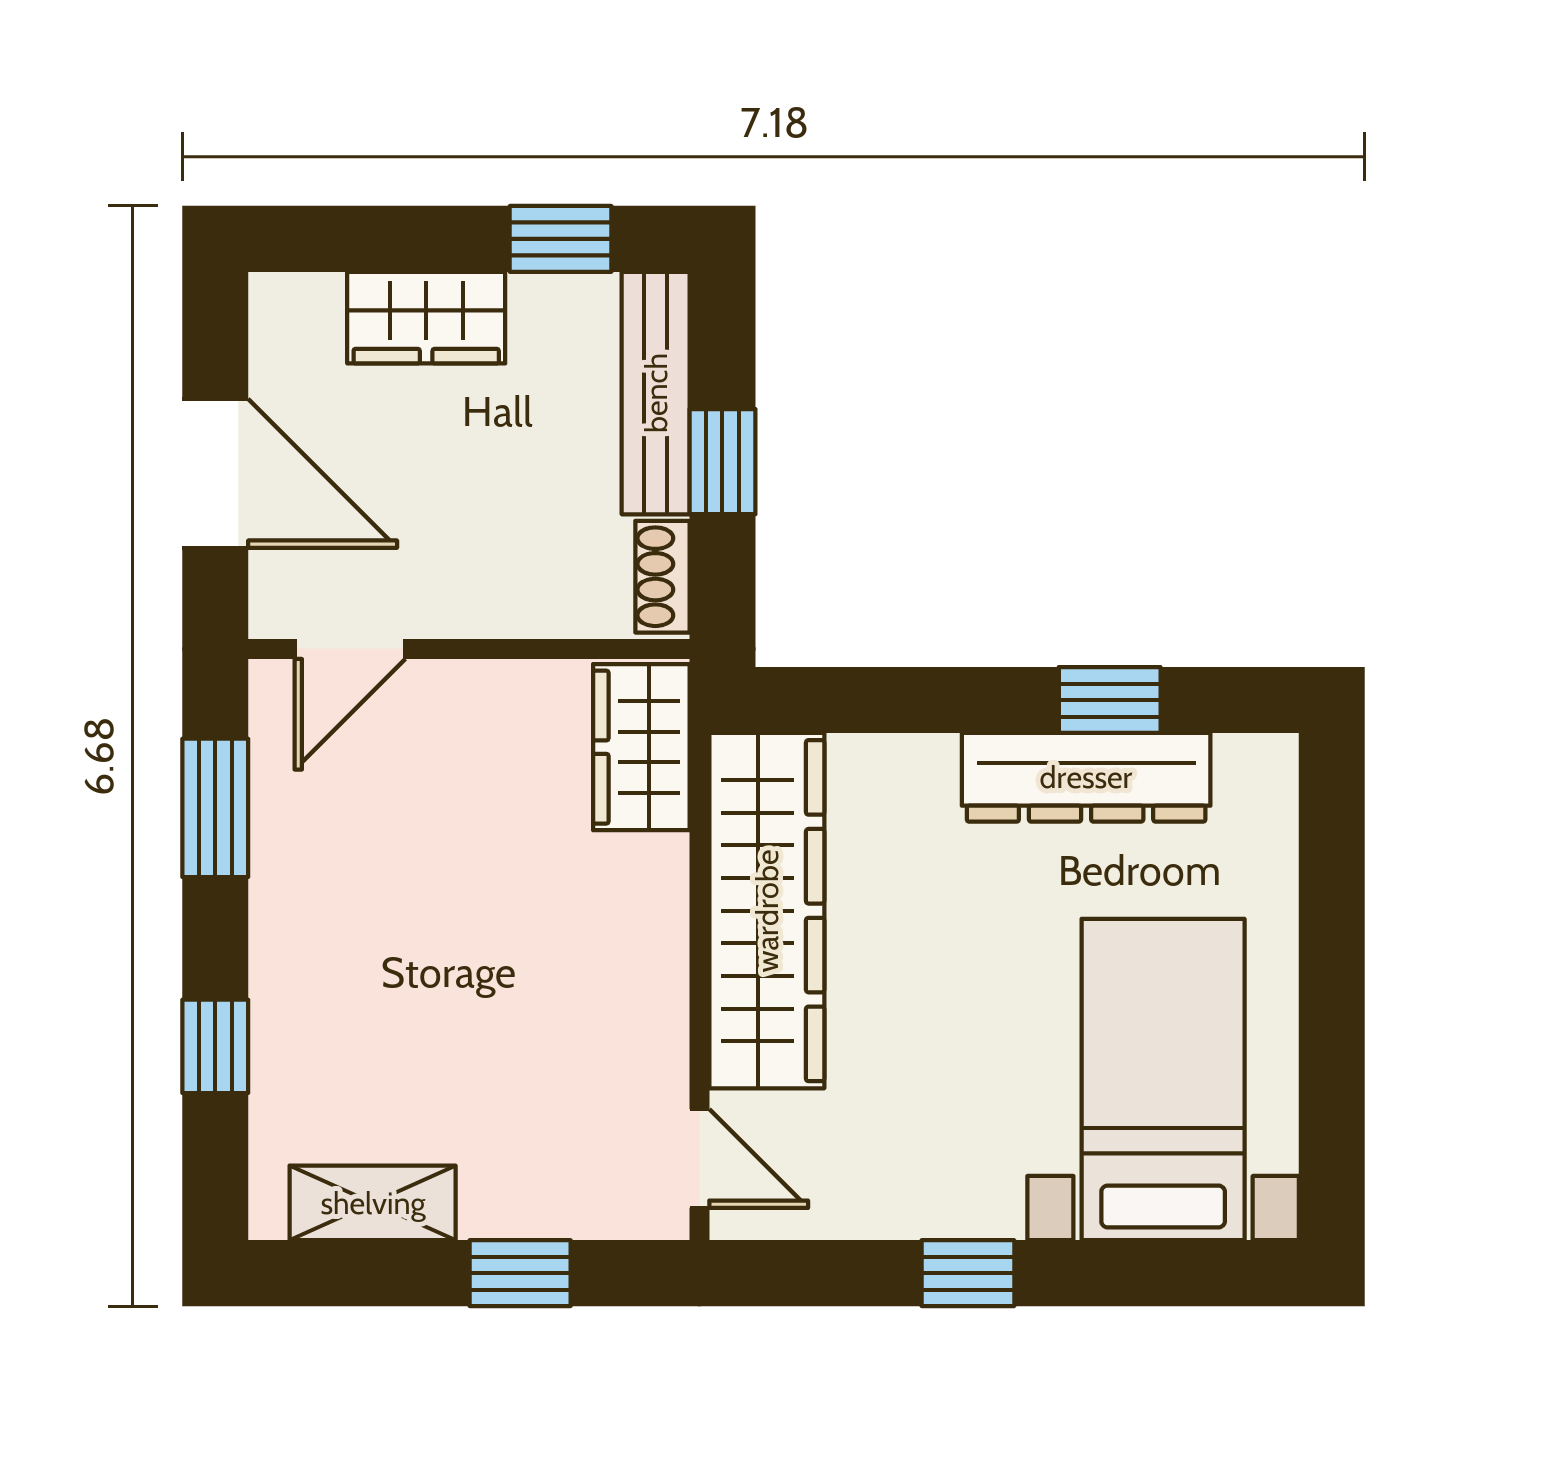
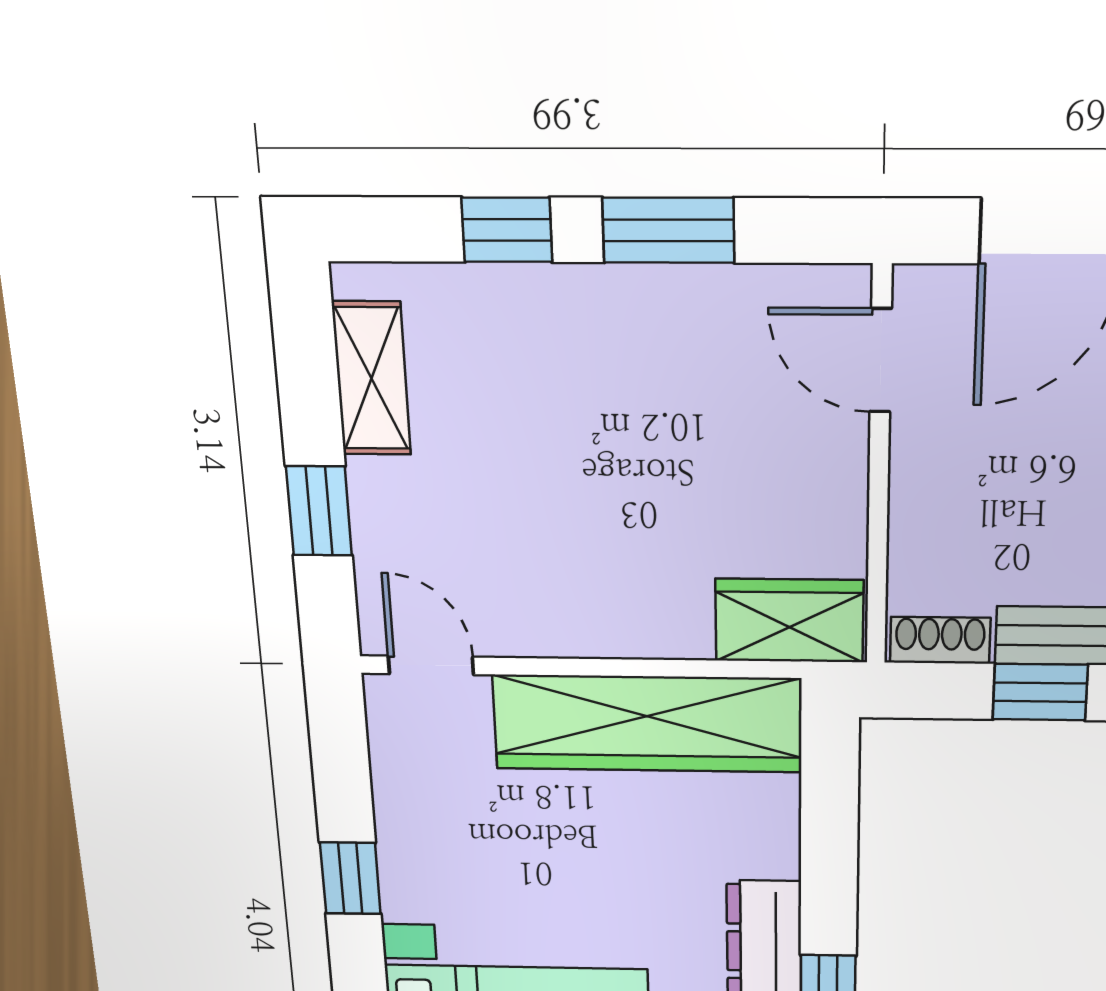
window: (215, 808) -> (668, 230), moved
door: (699, 1159) -> (431, 665), swing flipped

